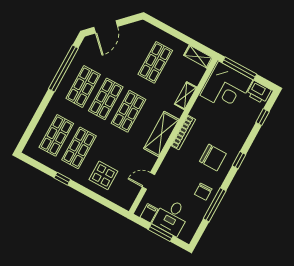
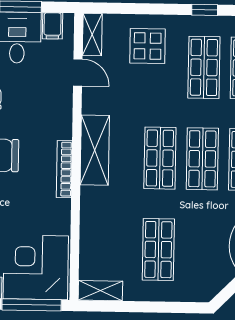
shelving: (186, 96) -> (92, 35), moved
door: (149, 181) -> (78, 72), hinge flipped

